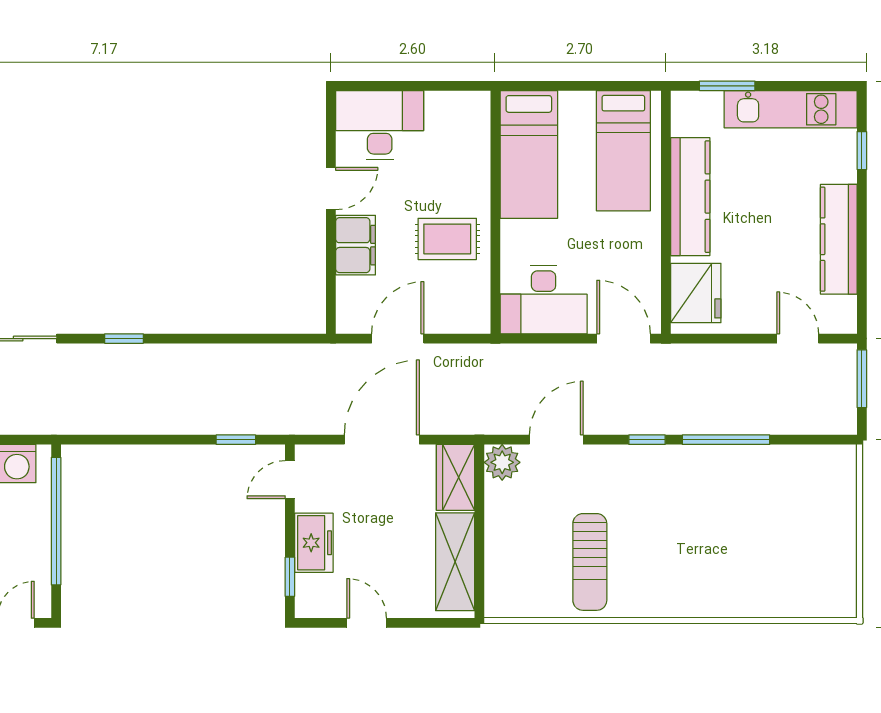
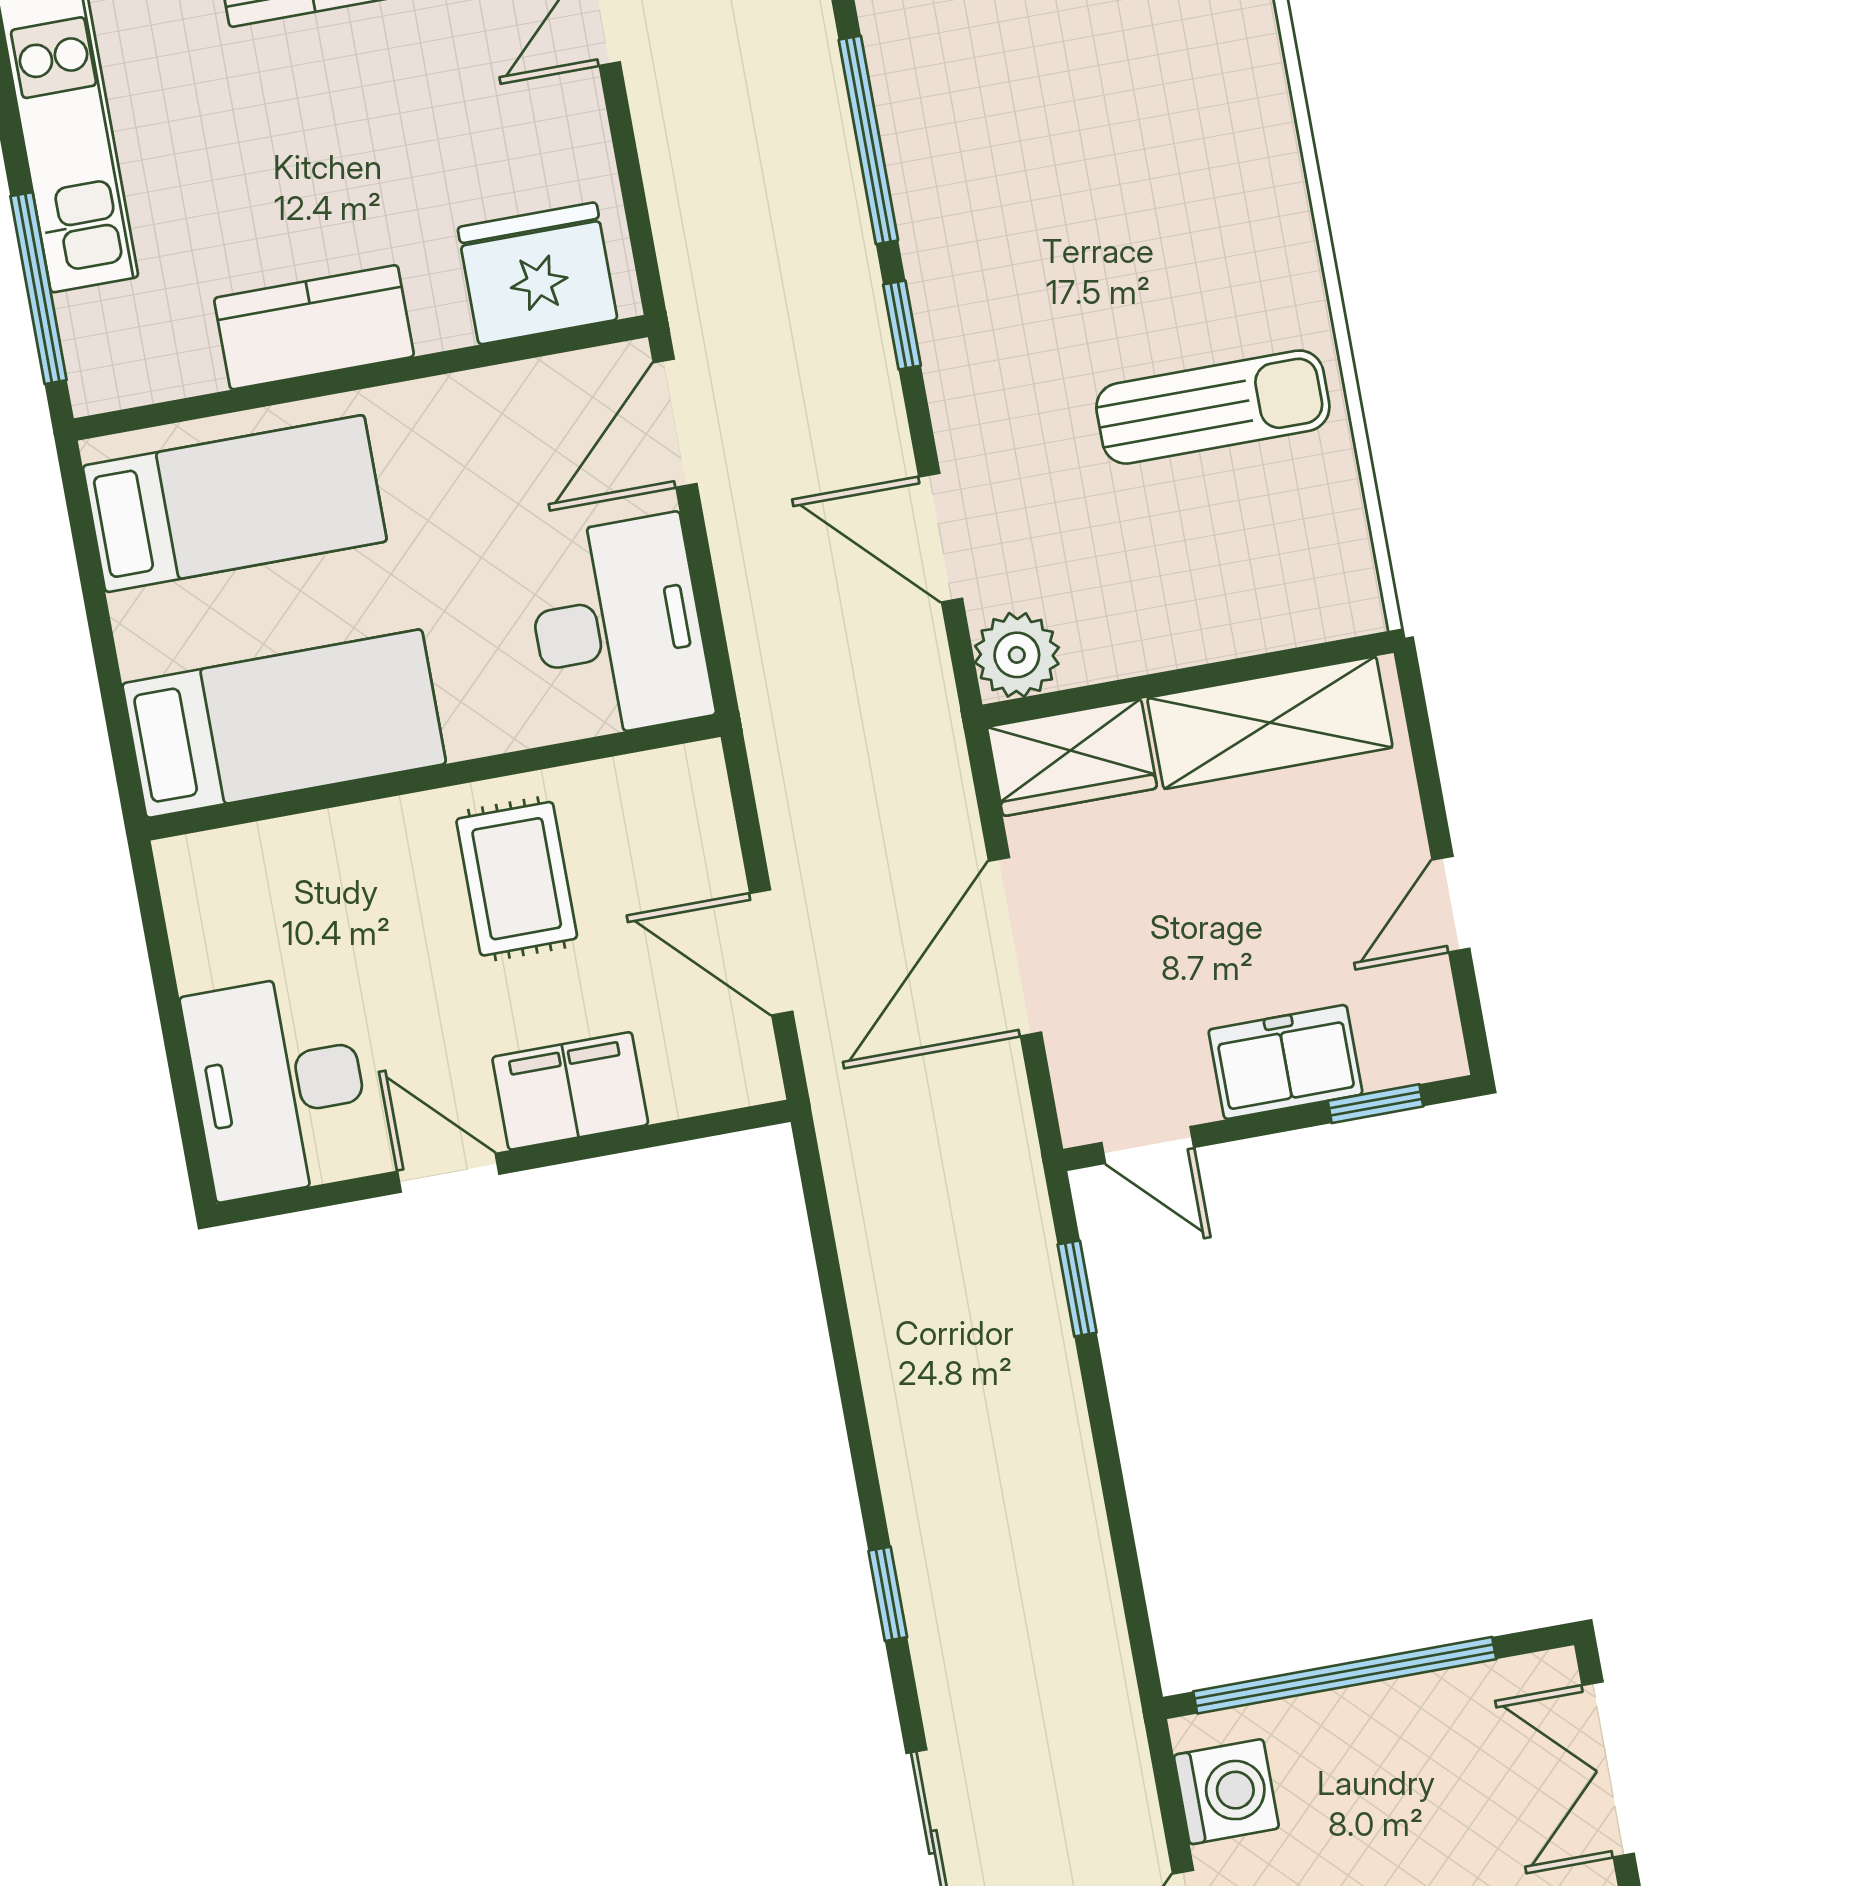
window: (727, 86) -> (39, 288), width x1.44
kitchen counter: (690, 197) -> (314, 327), width x0.67
door: (382, 440) -> (1015, 947), hinge flipped

